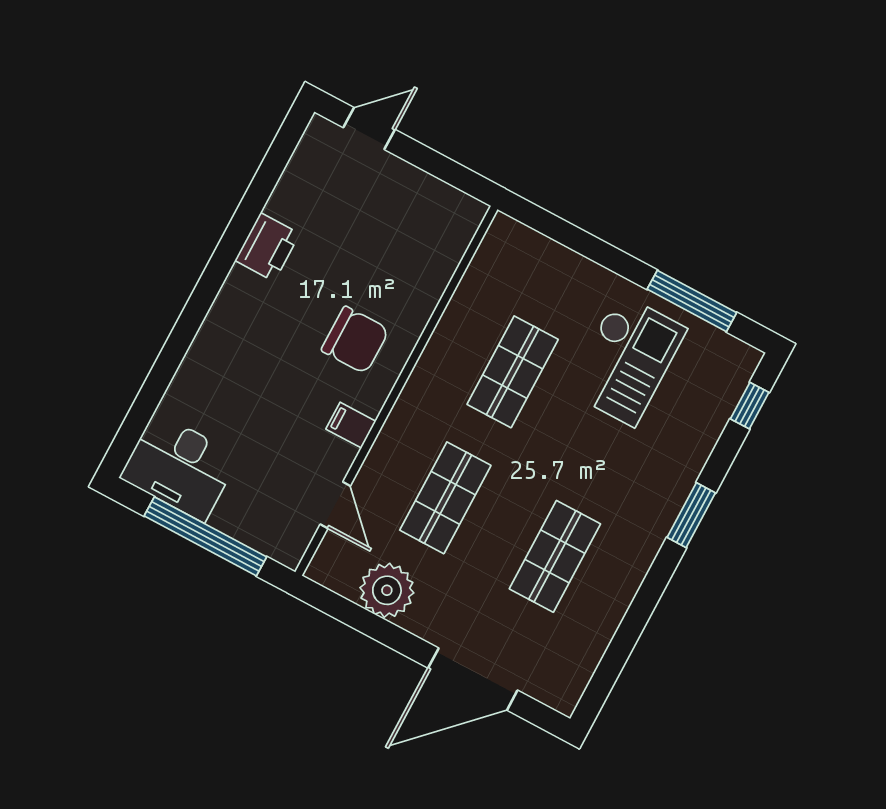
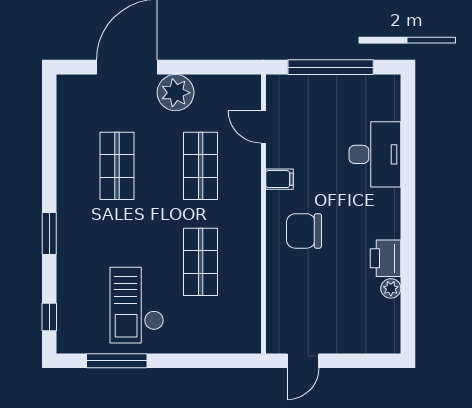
door: (369, 129) -> (303, 361), moved
plant: (282, 204) -> (391, 288), added
desk: (180, 467) -> (375, 154), moved, turned 90
plant: (387, 590) -> (176, 93), moved

